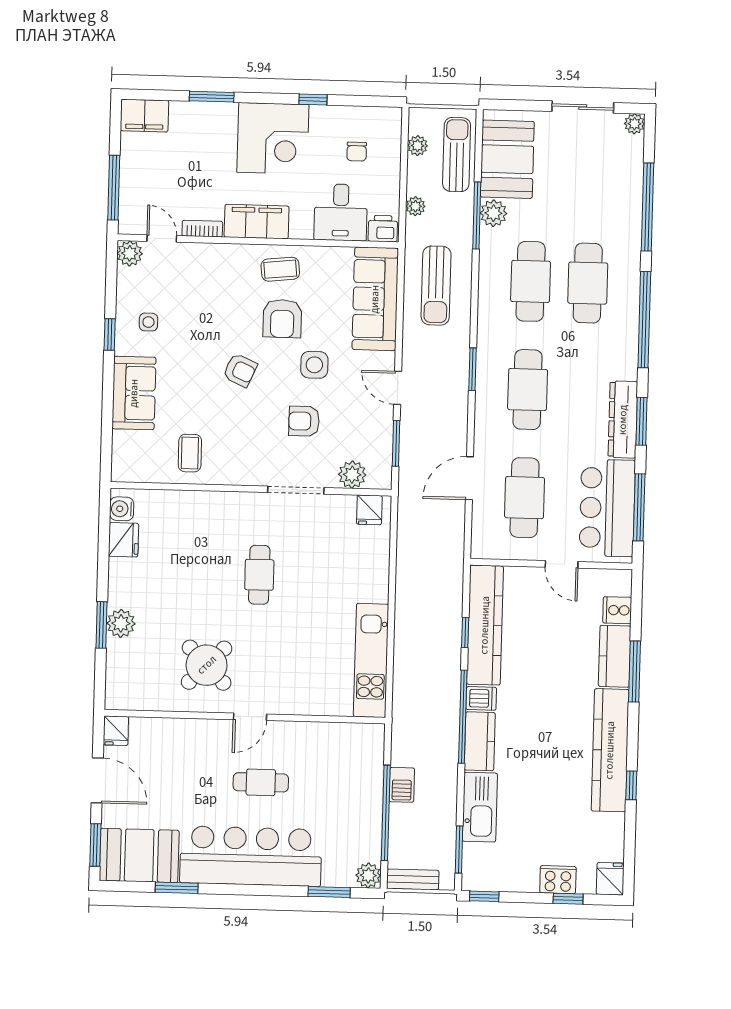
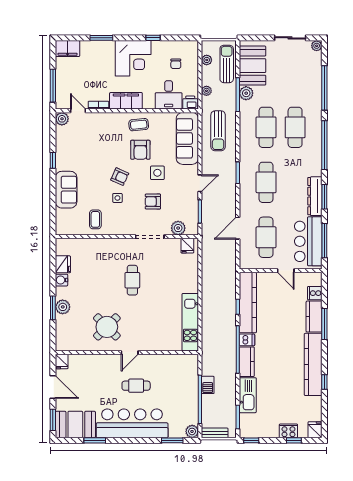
side table: (148, 322) -> (117, 198), moved
door: (398, 388) -> (200, 183), swing flipped
water cooler: (122, 509) -> (61, 280), moved

